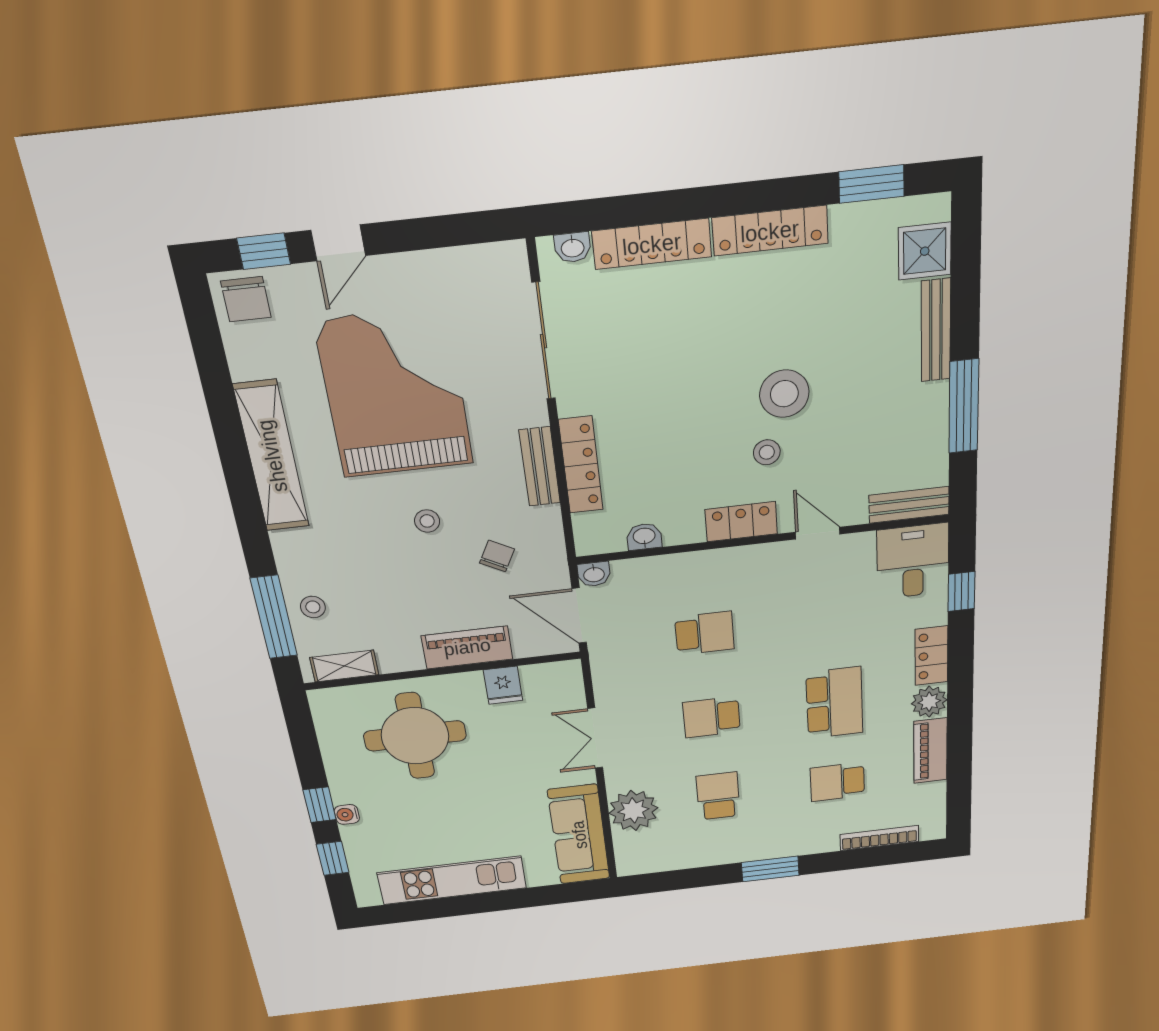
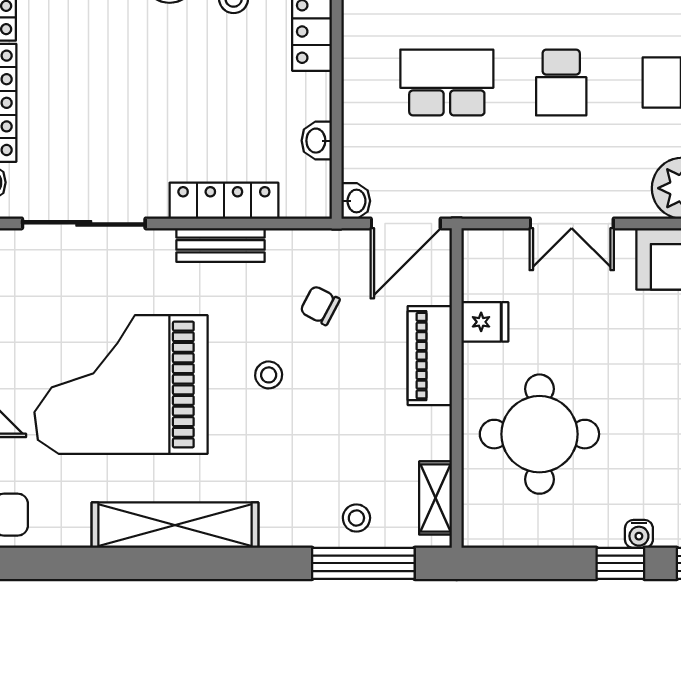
school desk: (705, 633) -> (447, 82), width x1.85

